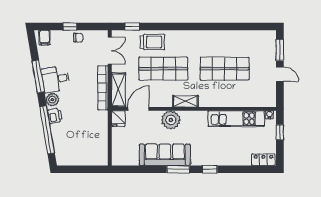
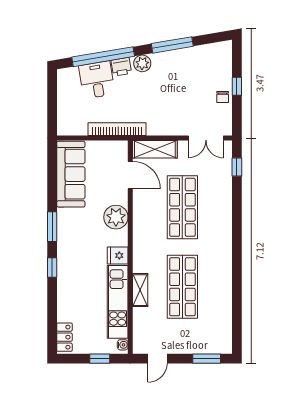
filing cabinet: (44, 38) -> (223, 53), removed
trolley: (152, 42) -> (217, 193), removed
door: (280, 74) -> (157, 359), moved
desk: (56, 79) -> (97, 80), moved
bookcase: (103, 88) -> (117, 129), moved
shelving: (186, 101) -> (140, 290), moved
fridge: (118, 119) -> (118, 255), moved
sofa: (165, 155) -> (71, 174), moved

